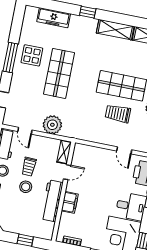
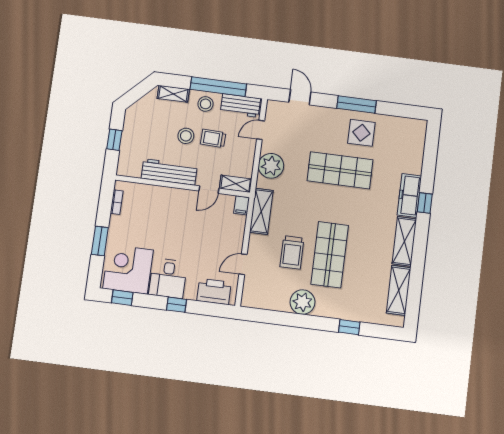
freezer: (54, 18) -> (409, 195), moved
trolley: (118, 114) -> (292, 252), turned 180
shelving: (86, 134) -> (261, 211), added
door: (67, 172) -> (209, 190), hinge flipped
filing cabinet: (70, 202) -> (242, 205), moved, width x0.50

